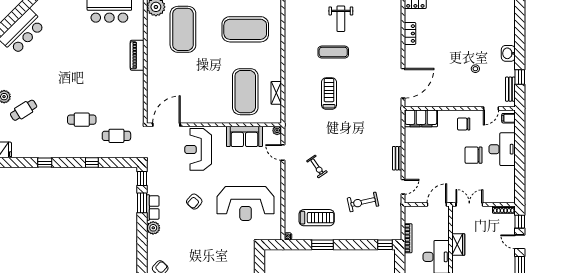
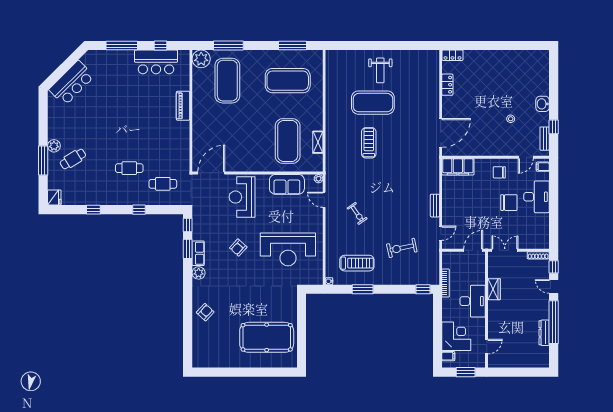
exercise mat: (333, 52) -> (373, 103), width x2.00, depth x1.45
chair: (474, 155) -> (509, 203), turned 180

